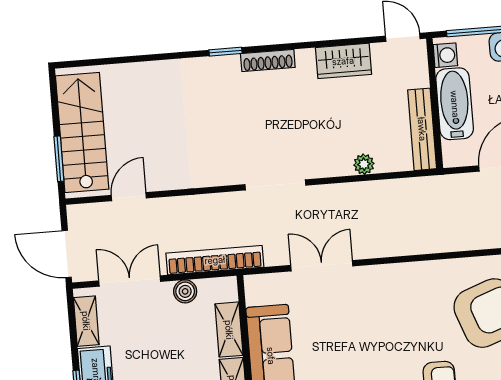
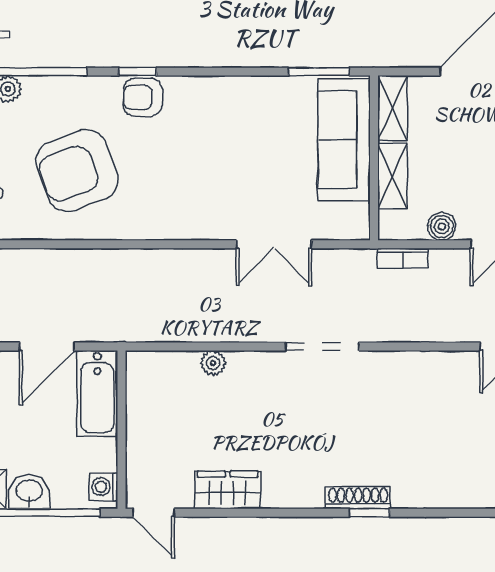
shoe rack: (268, 61) -> (358, 498), moved
bathtub: (455, 104) -> (97, 393), moved
bench: (422, 129) -> (139, 399), removed
bookcase: (215, 260) -> (403, 258), width x0.43, depth x0.76

